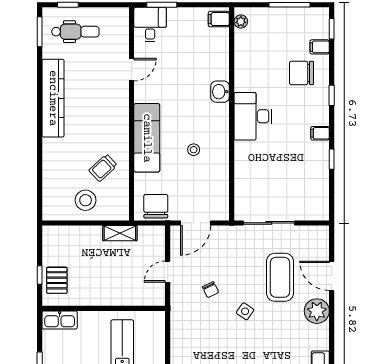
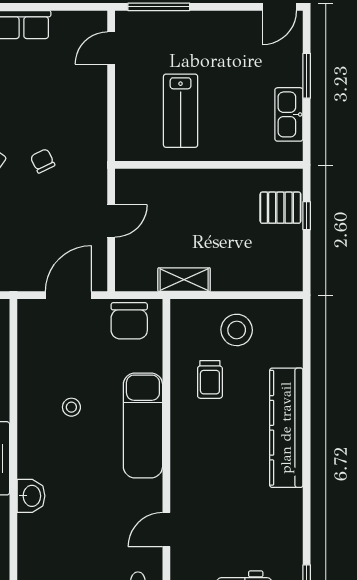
kitchen counter: (53, 98) -> (286, 428), moved
trolley: (103, 168) -> (210, 379), turned 133
pallet: (57, 280) -> (280, 208), turned 90
chair: (211, 290) -> (43, 161), moved
kitchen sink: (60, 320) -> (289, 114), moved, turned -90

